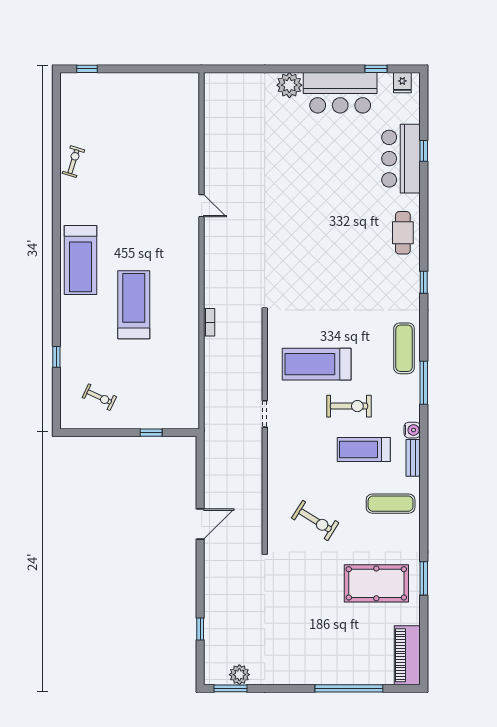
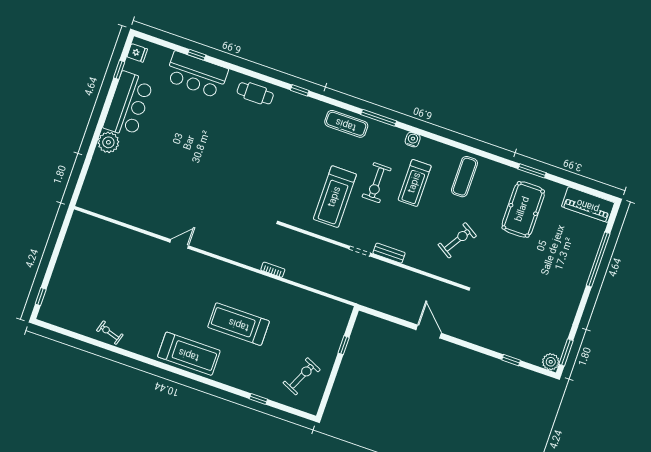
exercise bike: (99, 397) -> (302, 376), width x1.38, depth x1.39
exercise bike: (349, 406) -> (377, 183), turned 180
bench: (413, 458) -> (389, 253), moved
plant: (239, 675) -> (551, 362), moved

